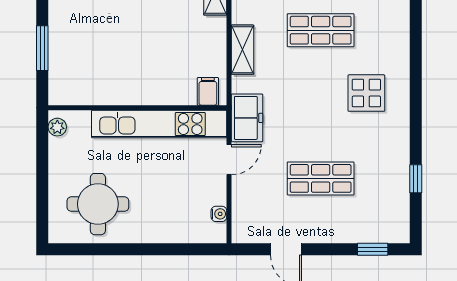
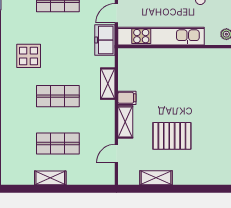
filing cabinet: (208, 91) -> (127, 98), moved, turned -90

